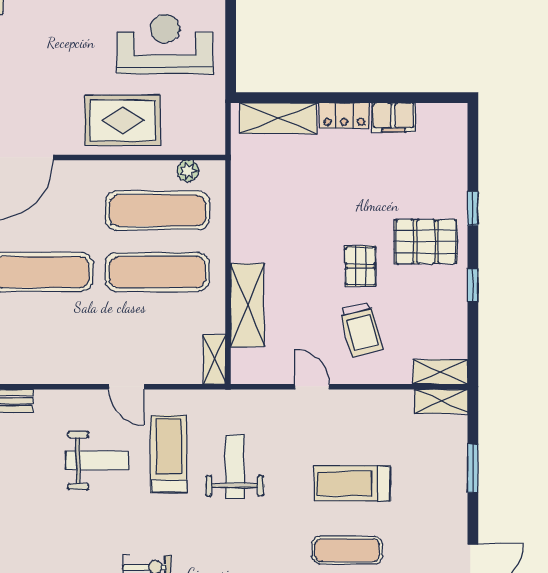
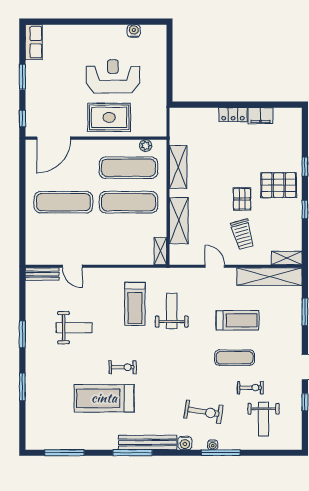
reception desk: (165, 44) -> (113, 76), moved
shelving: (278, 118) -> (178, 167), moved, turned 90
door: (127, 387) -> (72, 266), moved
shelving: (441, 401) -> (269, 277), width x2.20, depth x1.33
treadmill: (169, 454) -> (135, 304), turned 180
weight bench: (97, 460) -> (74, 328), moved
treadmill: (352, 483) -> (237, 320), turned 180

